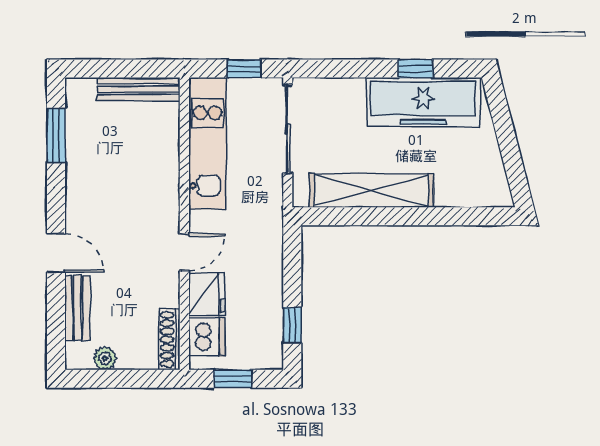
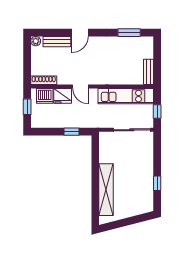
bench: (139, 89) -> (149, 72), width x0.73
freezer: (423, 102) -> (143, 186), removed
shelving: (371, 191) -> (106, 190), moved
window: (292, 325) -> (72, 132), moved
plant: (105, 358) -> (36, 41), moved

